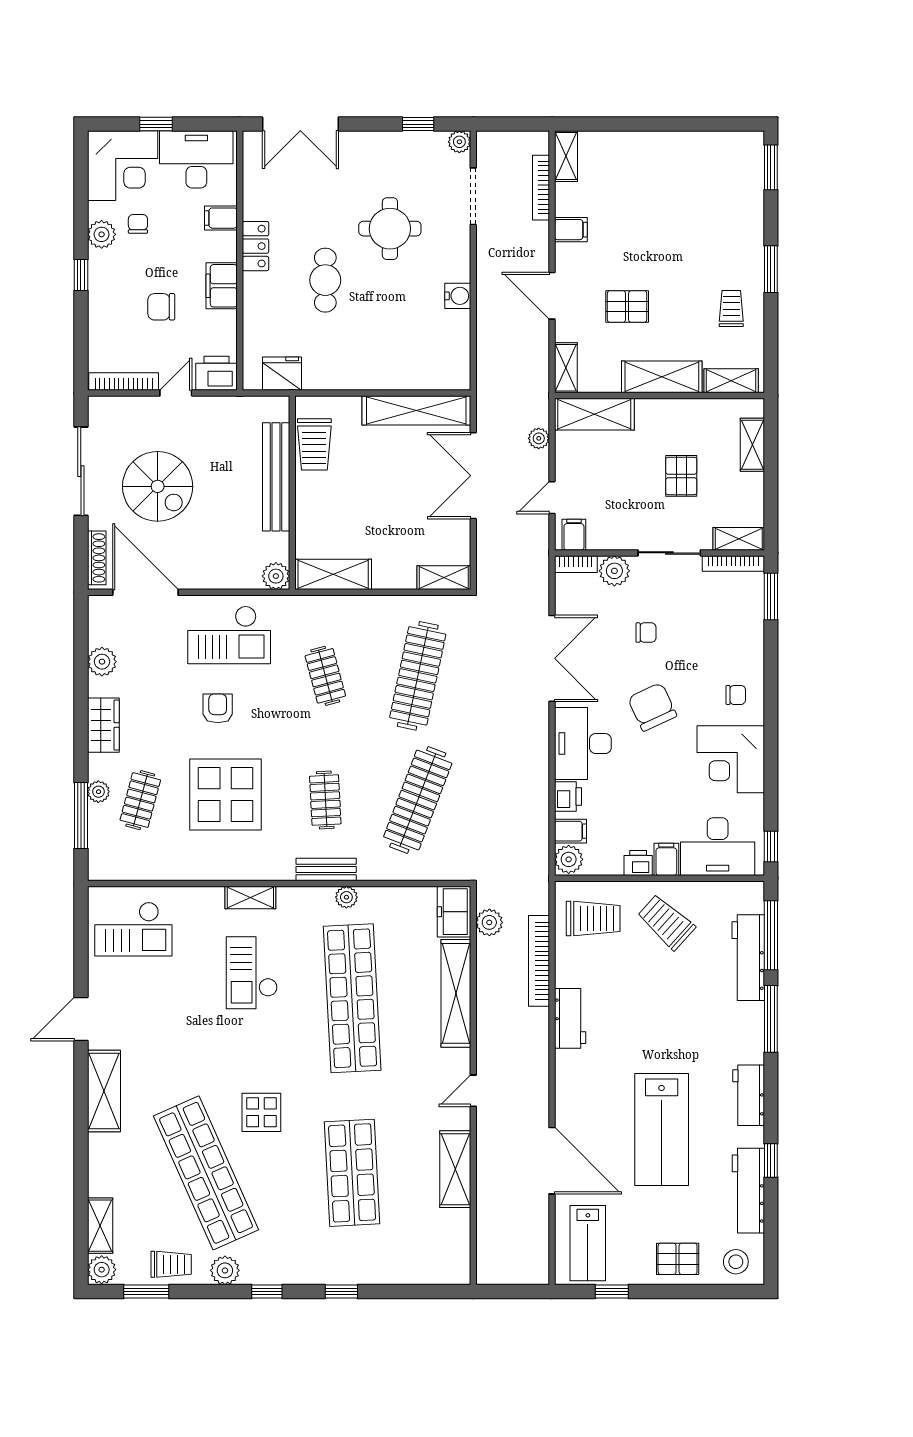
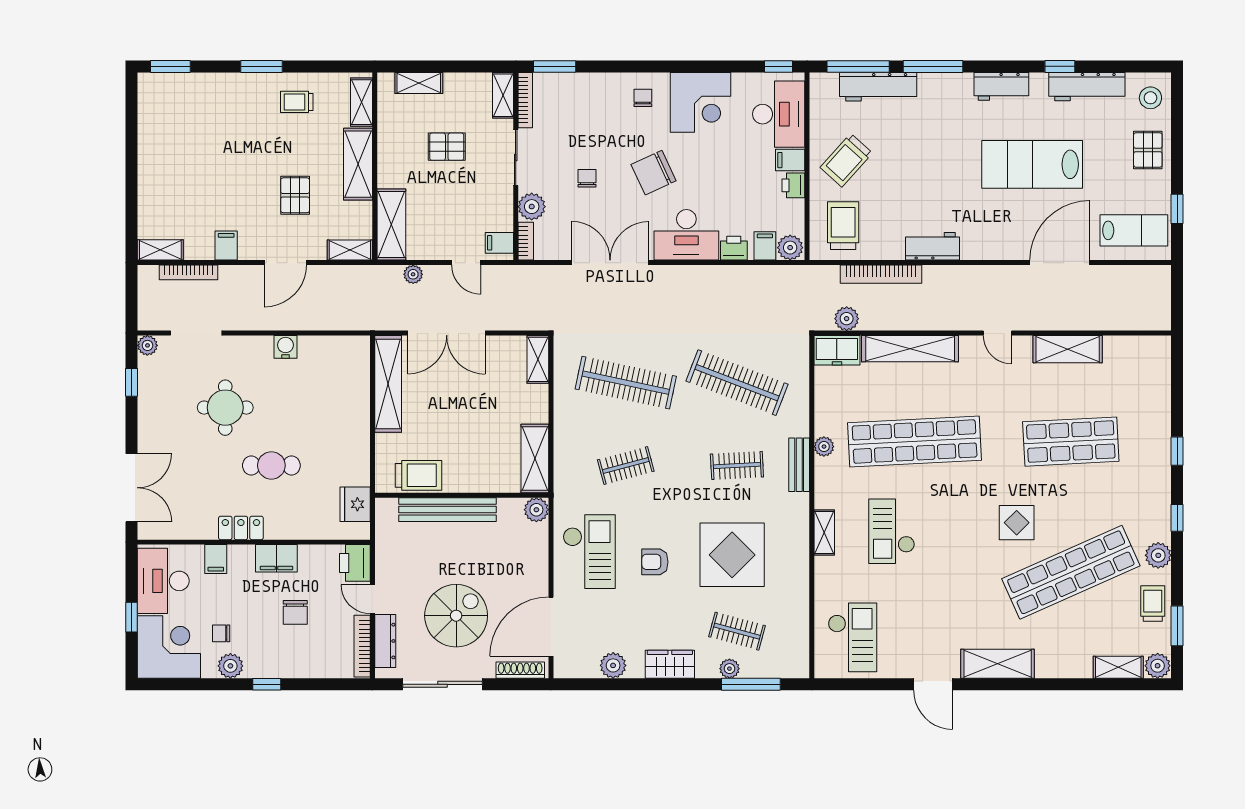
dresser: (129, 407) -> (385, 641), added
checkout: (252, 973) -> (892, 531), turned 90
lab bench: (662, 1129) -> (1032, 164), turned 180

